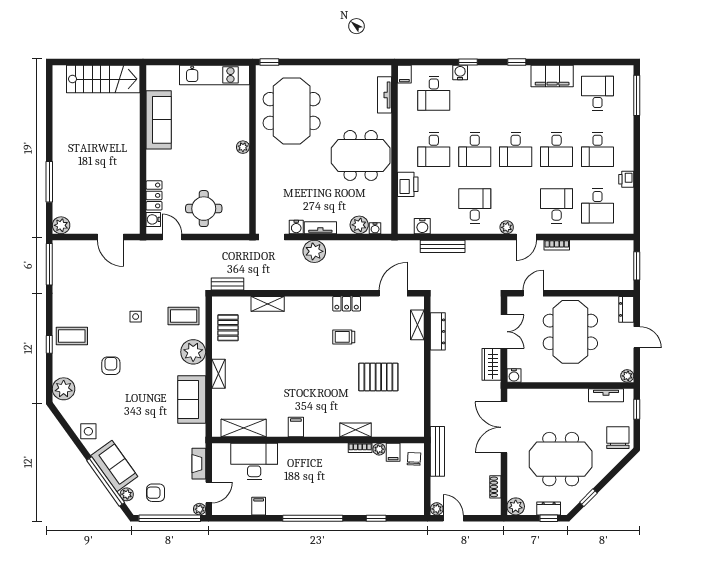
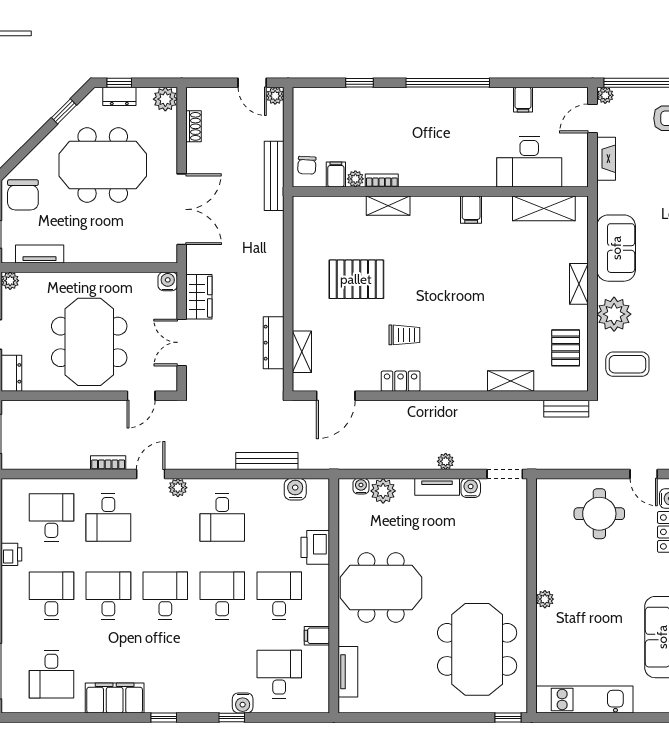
filing cabinet: (404, 74) -> (317, 636), moved, turned -90
plant: (314, 251) -> (446, 461), width x0.53, depth x0.53

